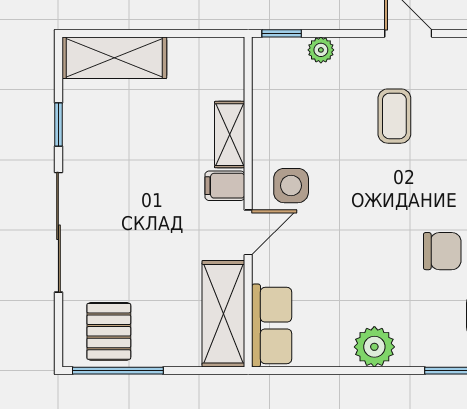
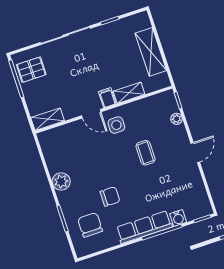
shelving: (114, 58) -> (151, 52), moved
coffee table: (394, 116) -> (145, 153), moved, turned 90
chair: (442, 251) -> (110, 196), turned -90
shelving: (223, 314) -> (48, 119), width x0.67, depth x0.75
row of seats: (272, 325) -> (56, 136), removed

